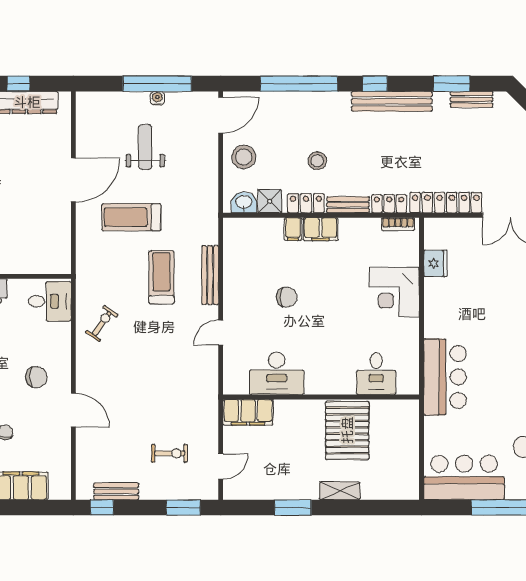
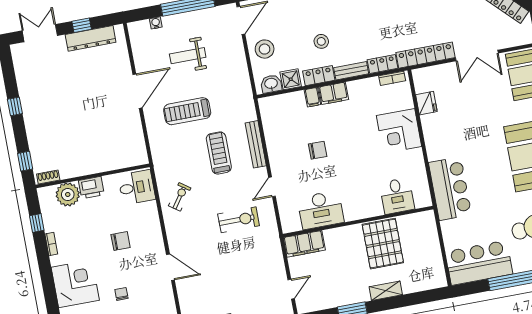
water cooler: (157, 98) -> (156, 23), moved
weight bench: (145, 147) -> (188, 56), turned -90
chair: (36, 377) -> (121, 241), moved
exercise bike: (170, 453) -> (239, 220), moved, width x1.38, depth x1.39

